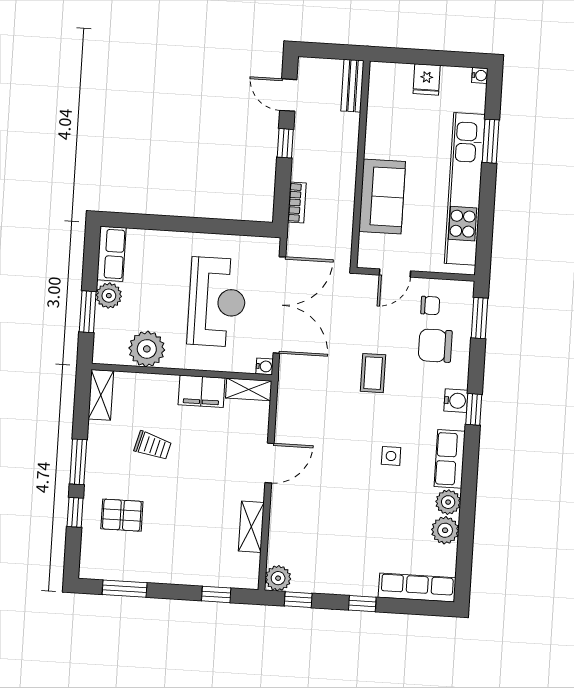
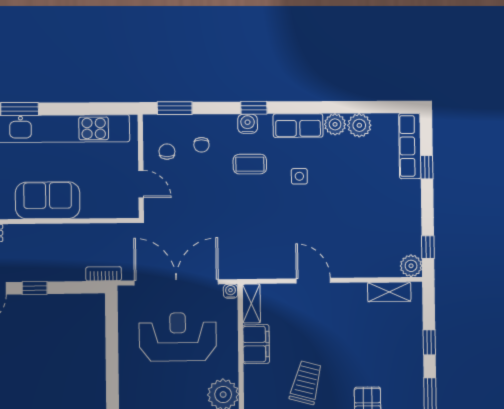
sofa: (382, 196) -> (48, 200), moved
bookcase: (297, 203) -> (104, 274), moved
chair: (435, 346) -> (201, 145), width x0.54, depth x0.54
coffee table: (373, 373) -> (250, 164), moved
trolley: (153, 446) -> (306, 383), width x1.36, depth x1.39
shelving: (251, 527) -> (389, 292), moved
window: (216, 594) -> (429, 342), moved
window: (362, 604) -> (427, 167), moved

